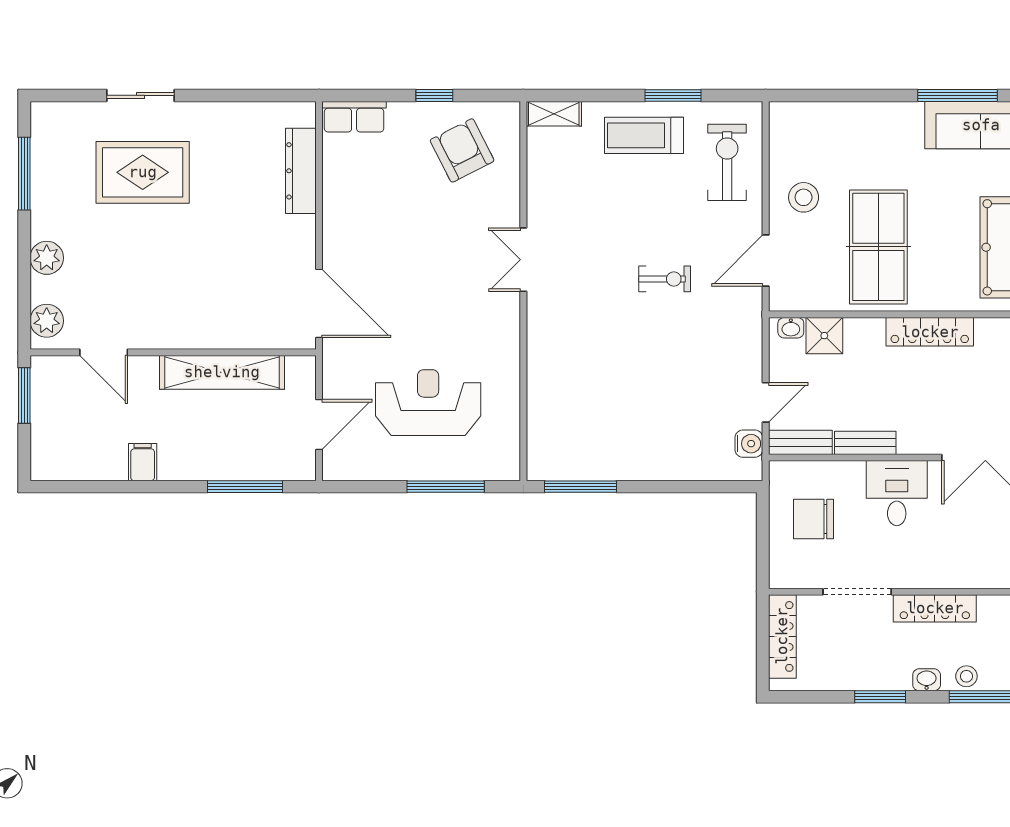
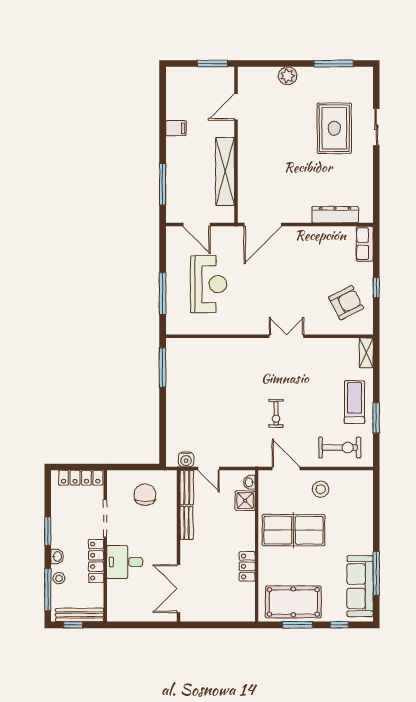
plant: (47, 321) -> (253, 76), removed
locker: (930, 332) -> (247, 566), width x0.66
desk: (897, 493) -> (125, 562), moved, turned 180

